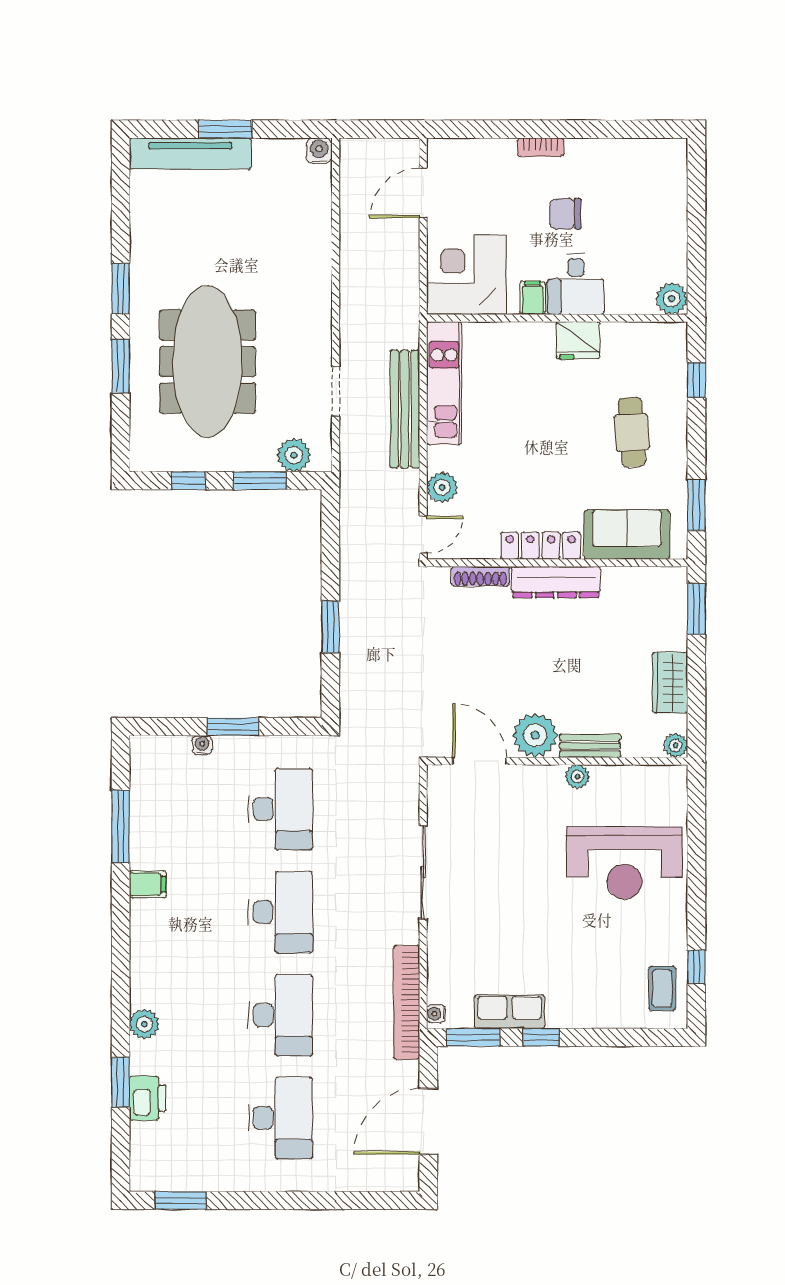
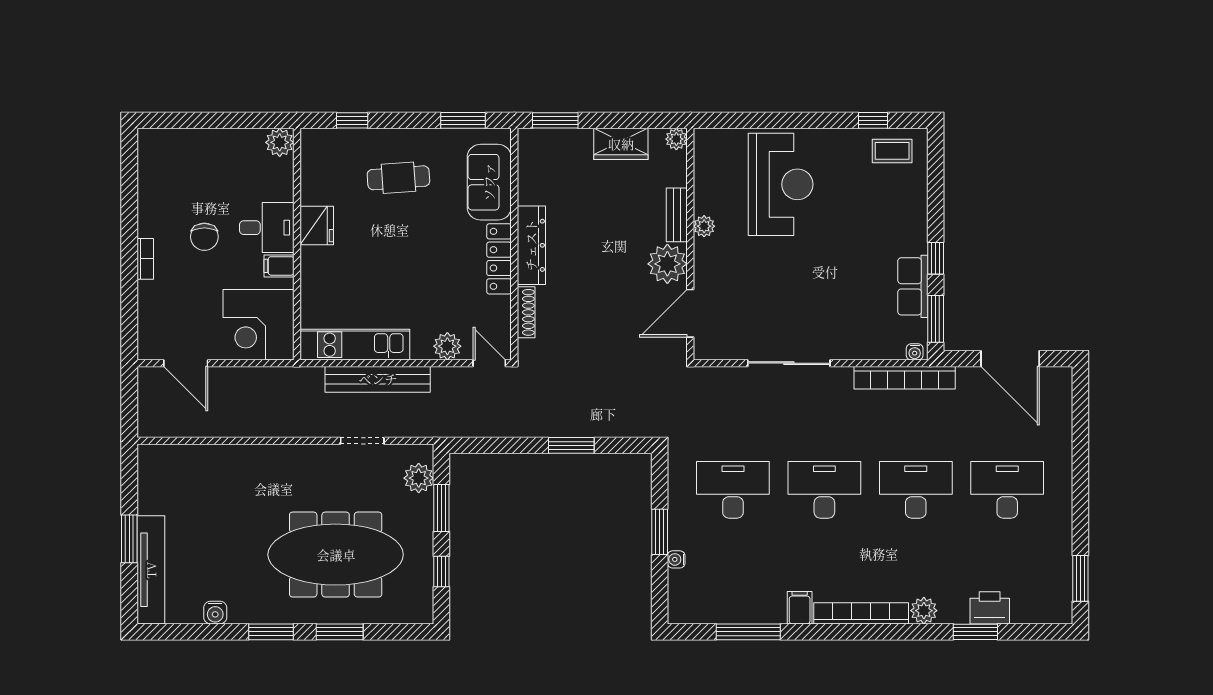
water cooler: (319, 151) -> (215, 613), moved, turned -90
bookcase: (141, 953) -> (861, 613), added

